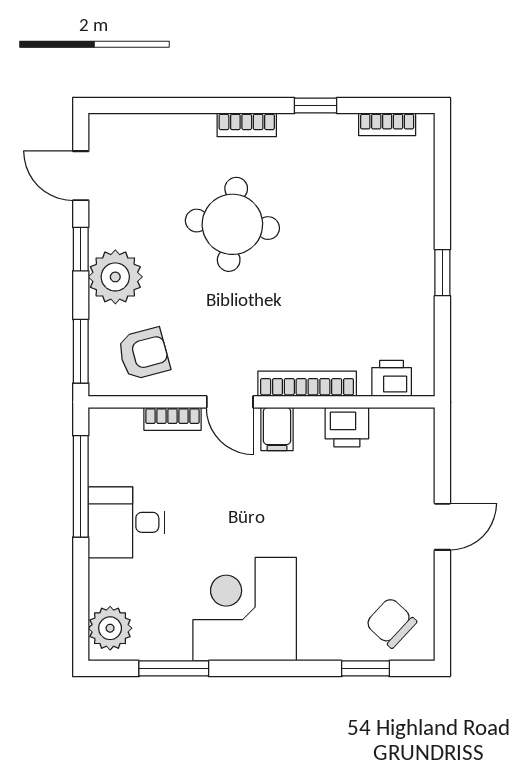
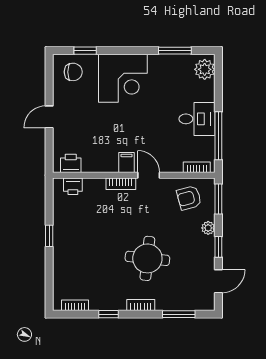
window: (165, 105) -> (179, 314), added
door: (81, 176) -> (218, 281), hinge flipped
plant: (115, 277) -> (208, 228), width x0.53, depth x0.53
bookcase: (307, 384) -> (121, 184), width x0.64
bookcase: (173, 419) -> (197, 167), moved
printer: (347, 427) -> (71, 163), moved
corner desk: (245, 609) -> (123, 78), moved
chair: (391, 623) -> (73, 72), turned -43

